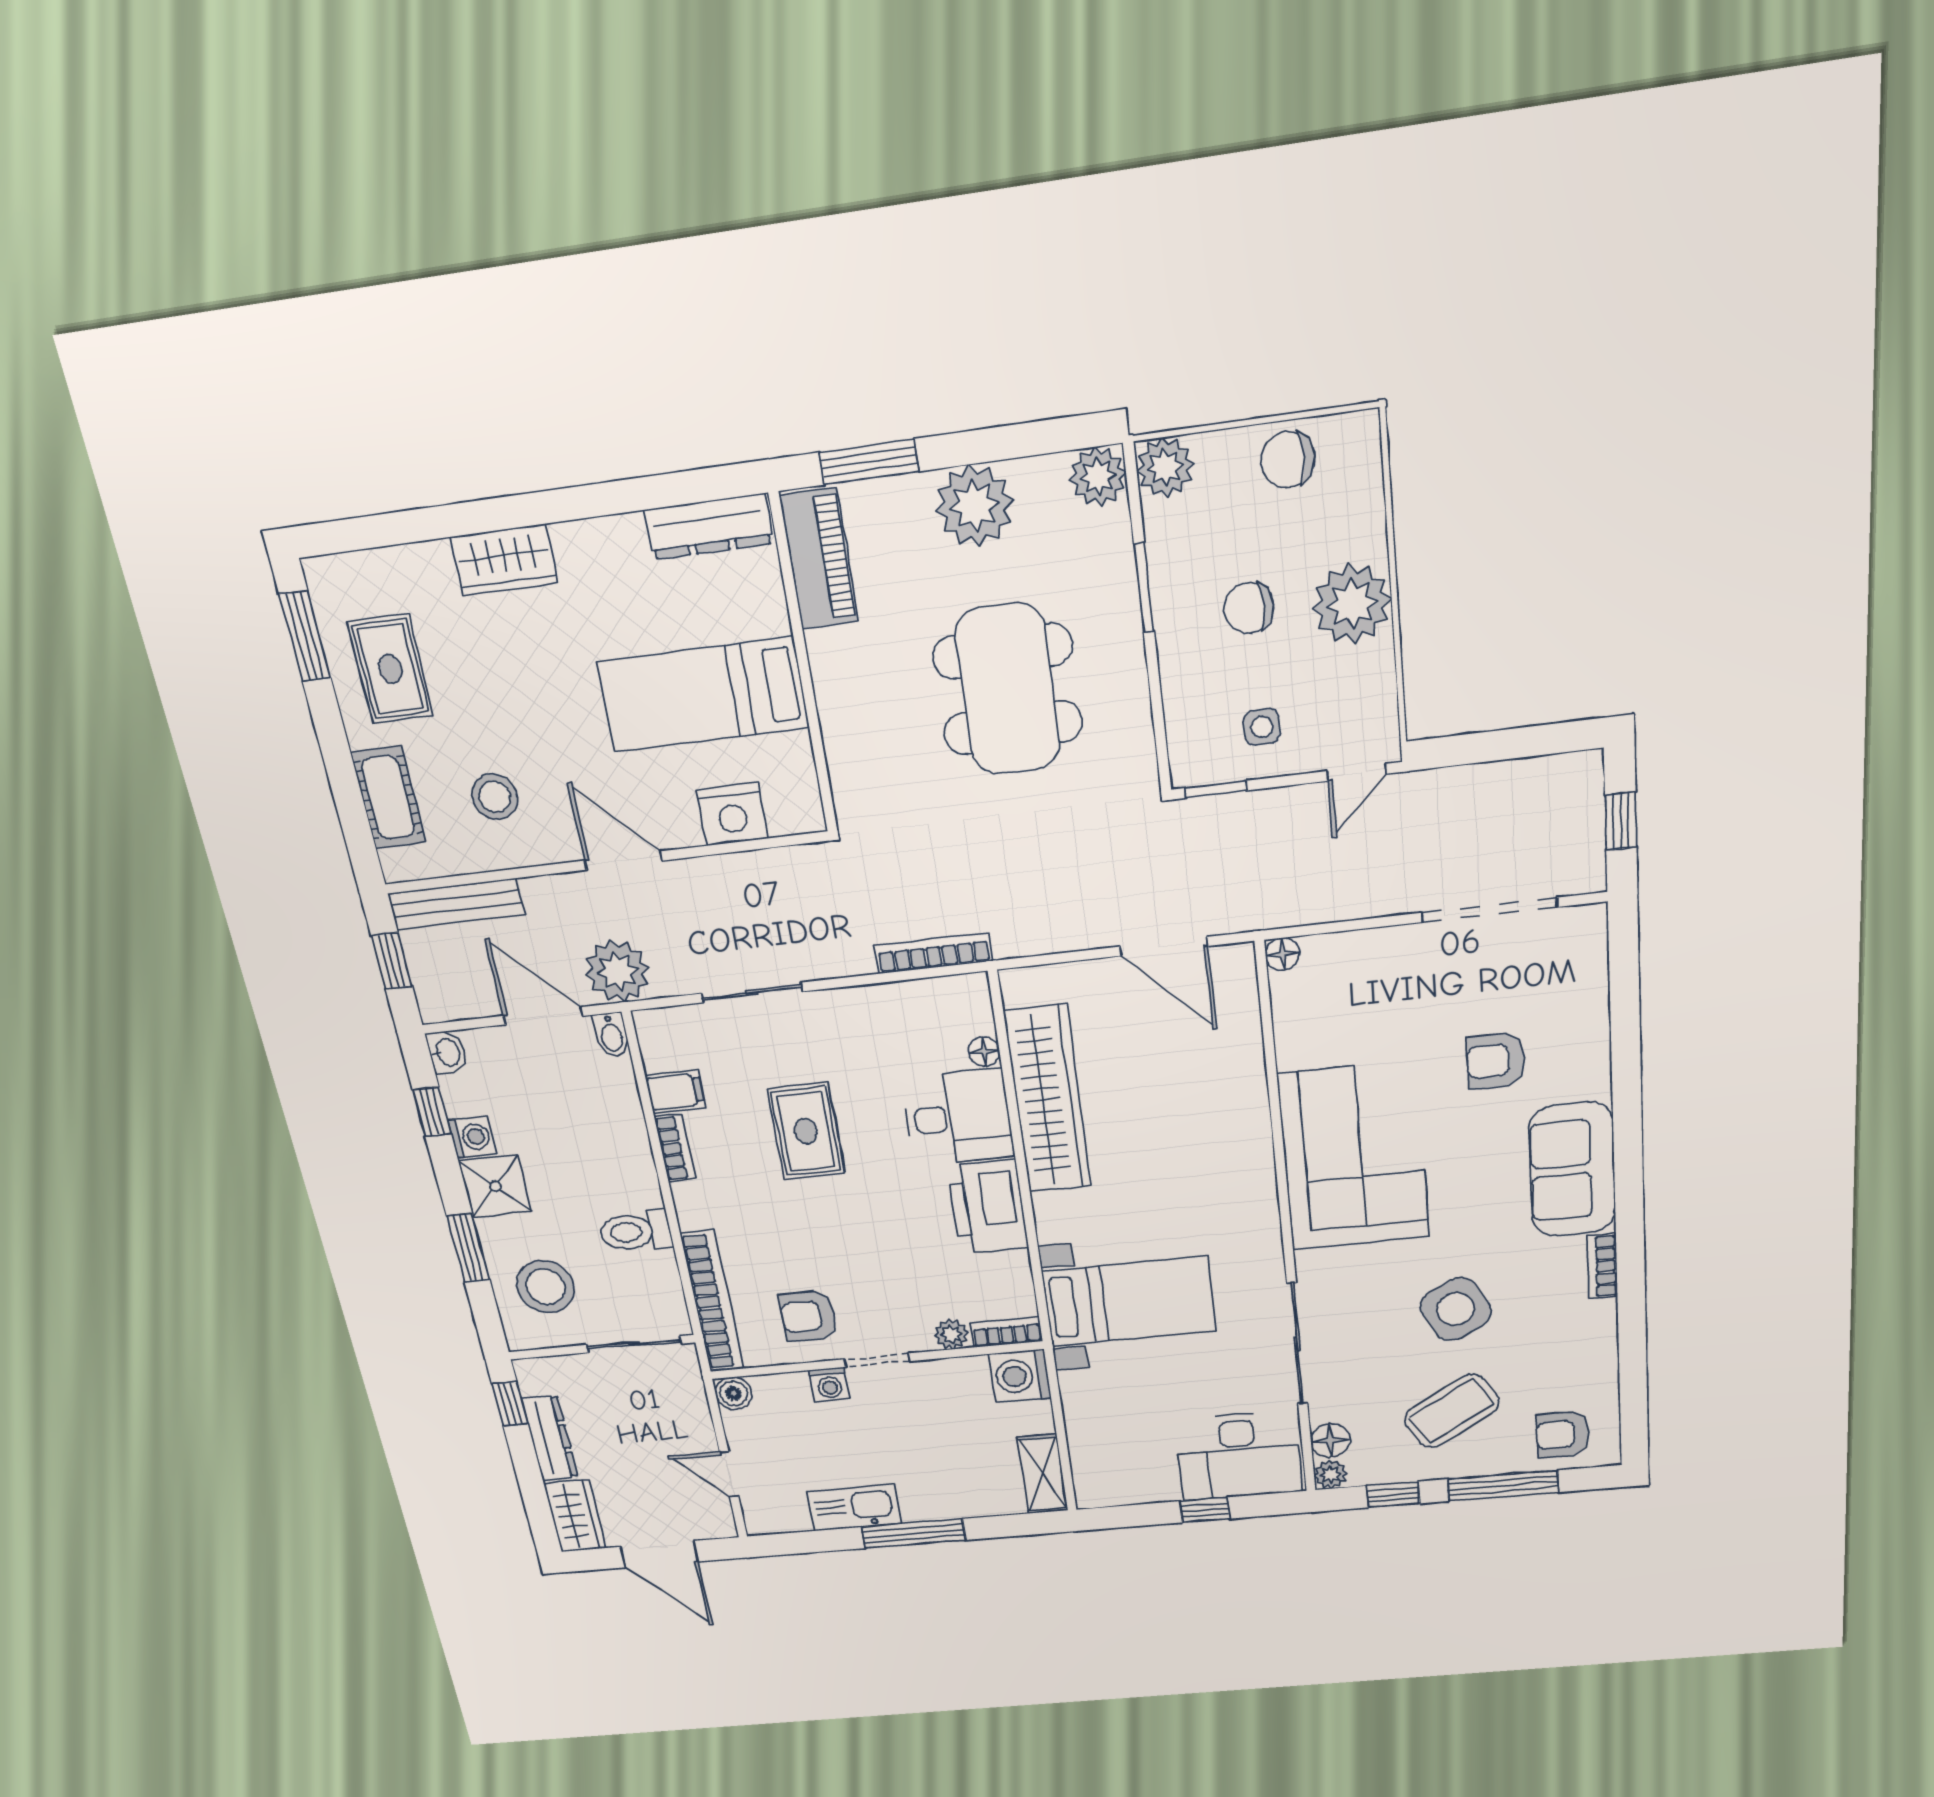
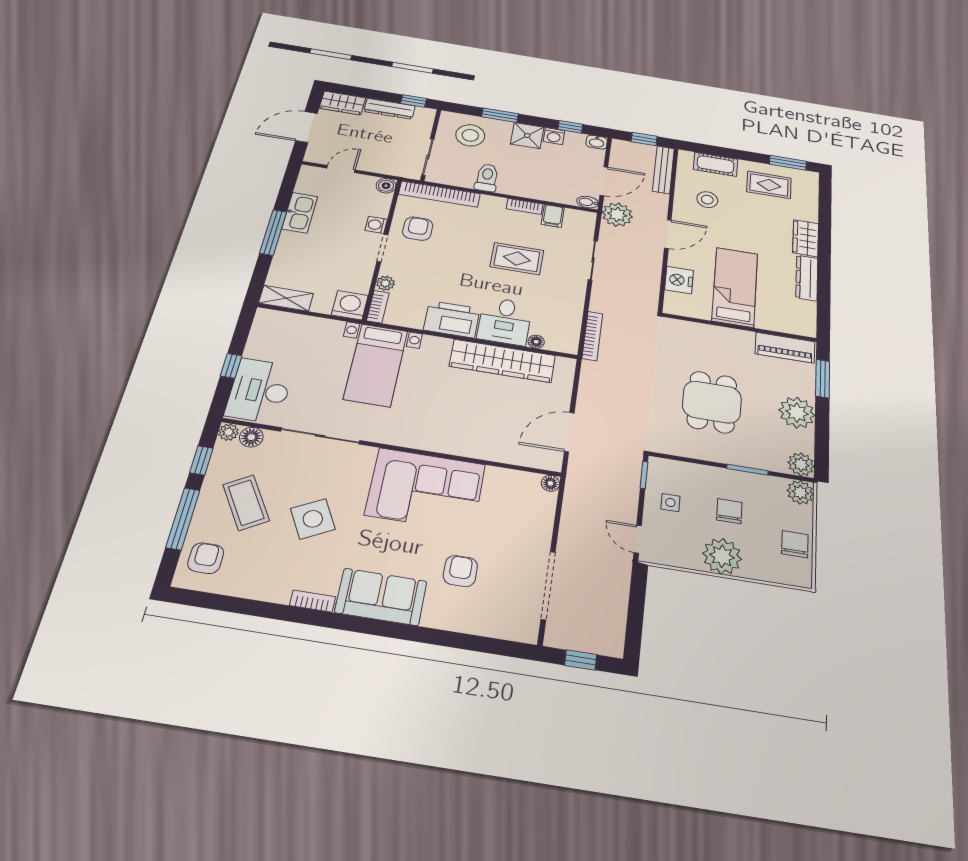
dresser: (709, 527) -> (807, 278), moved
dining table: (1008, 690) -> (712, 402), width x0.73

